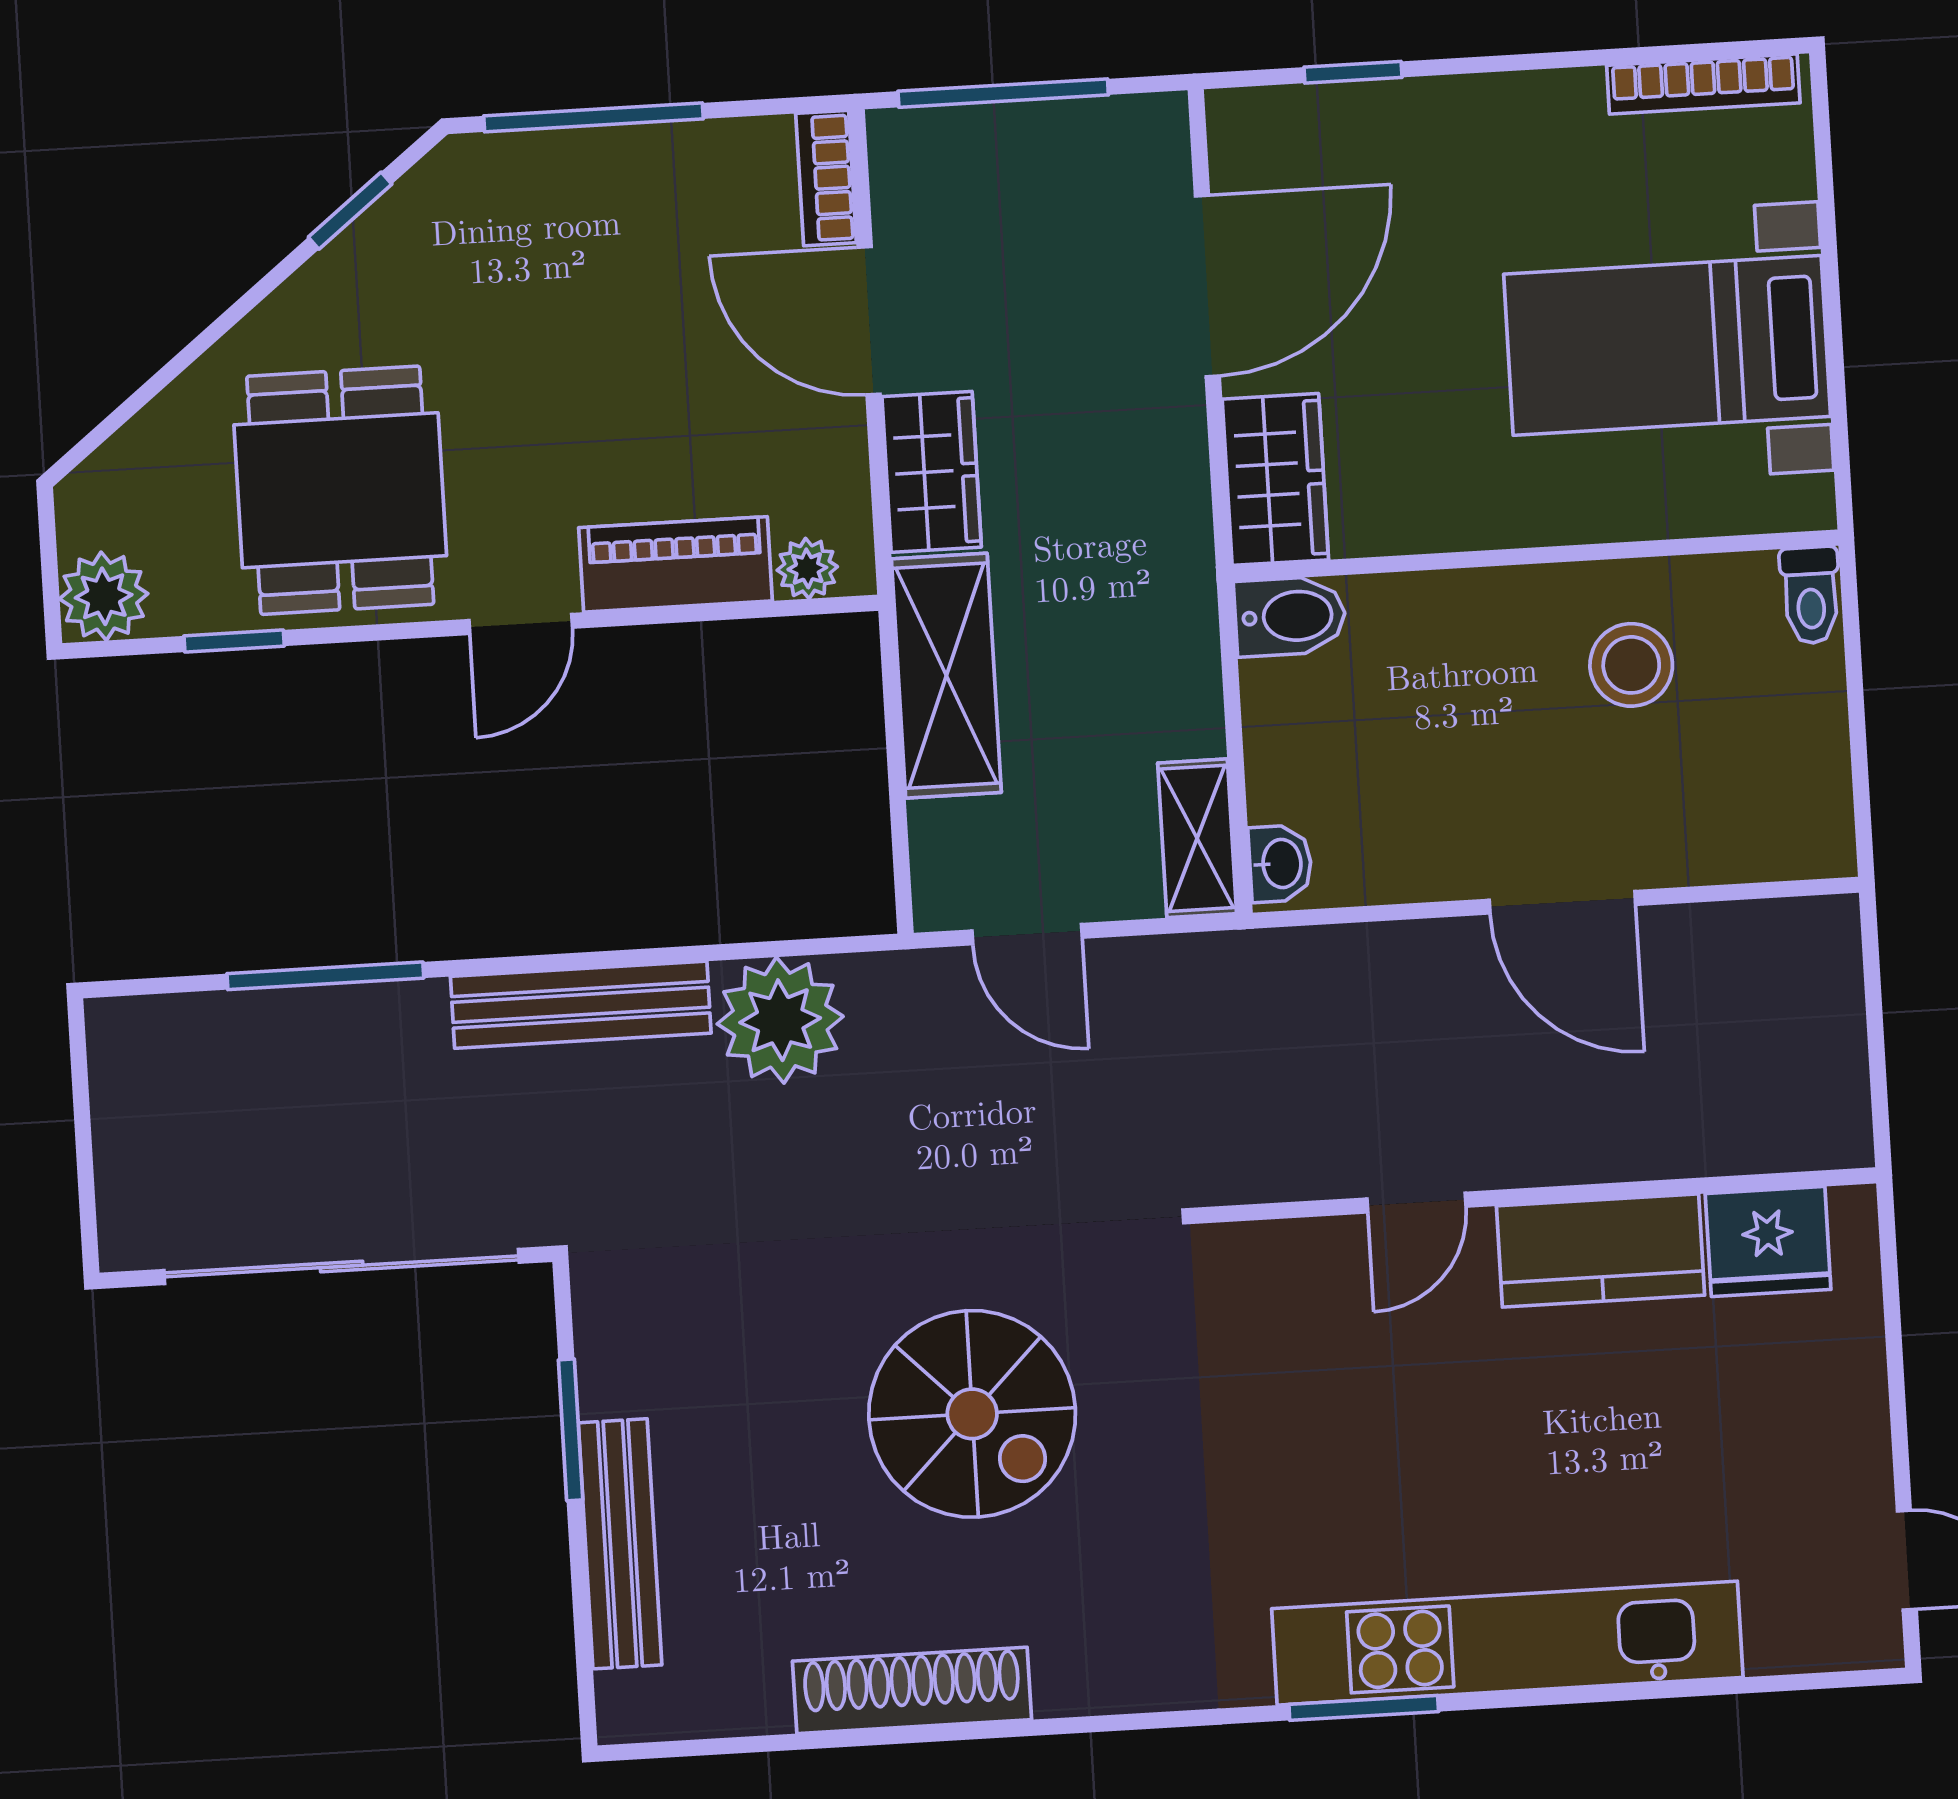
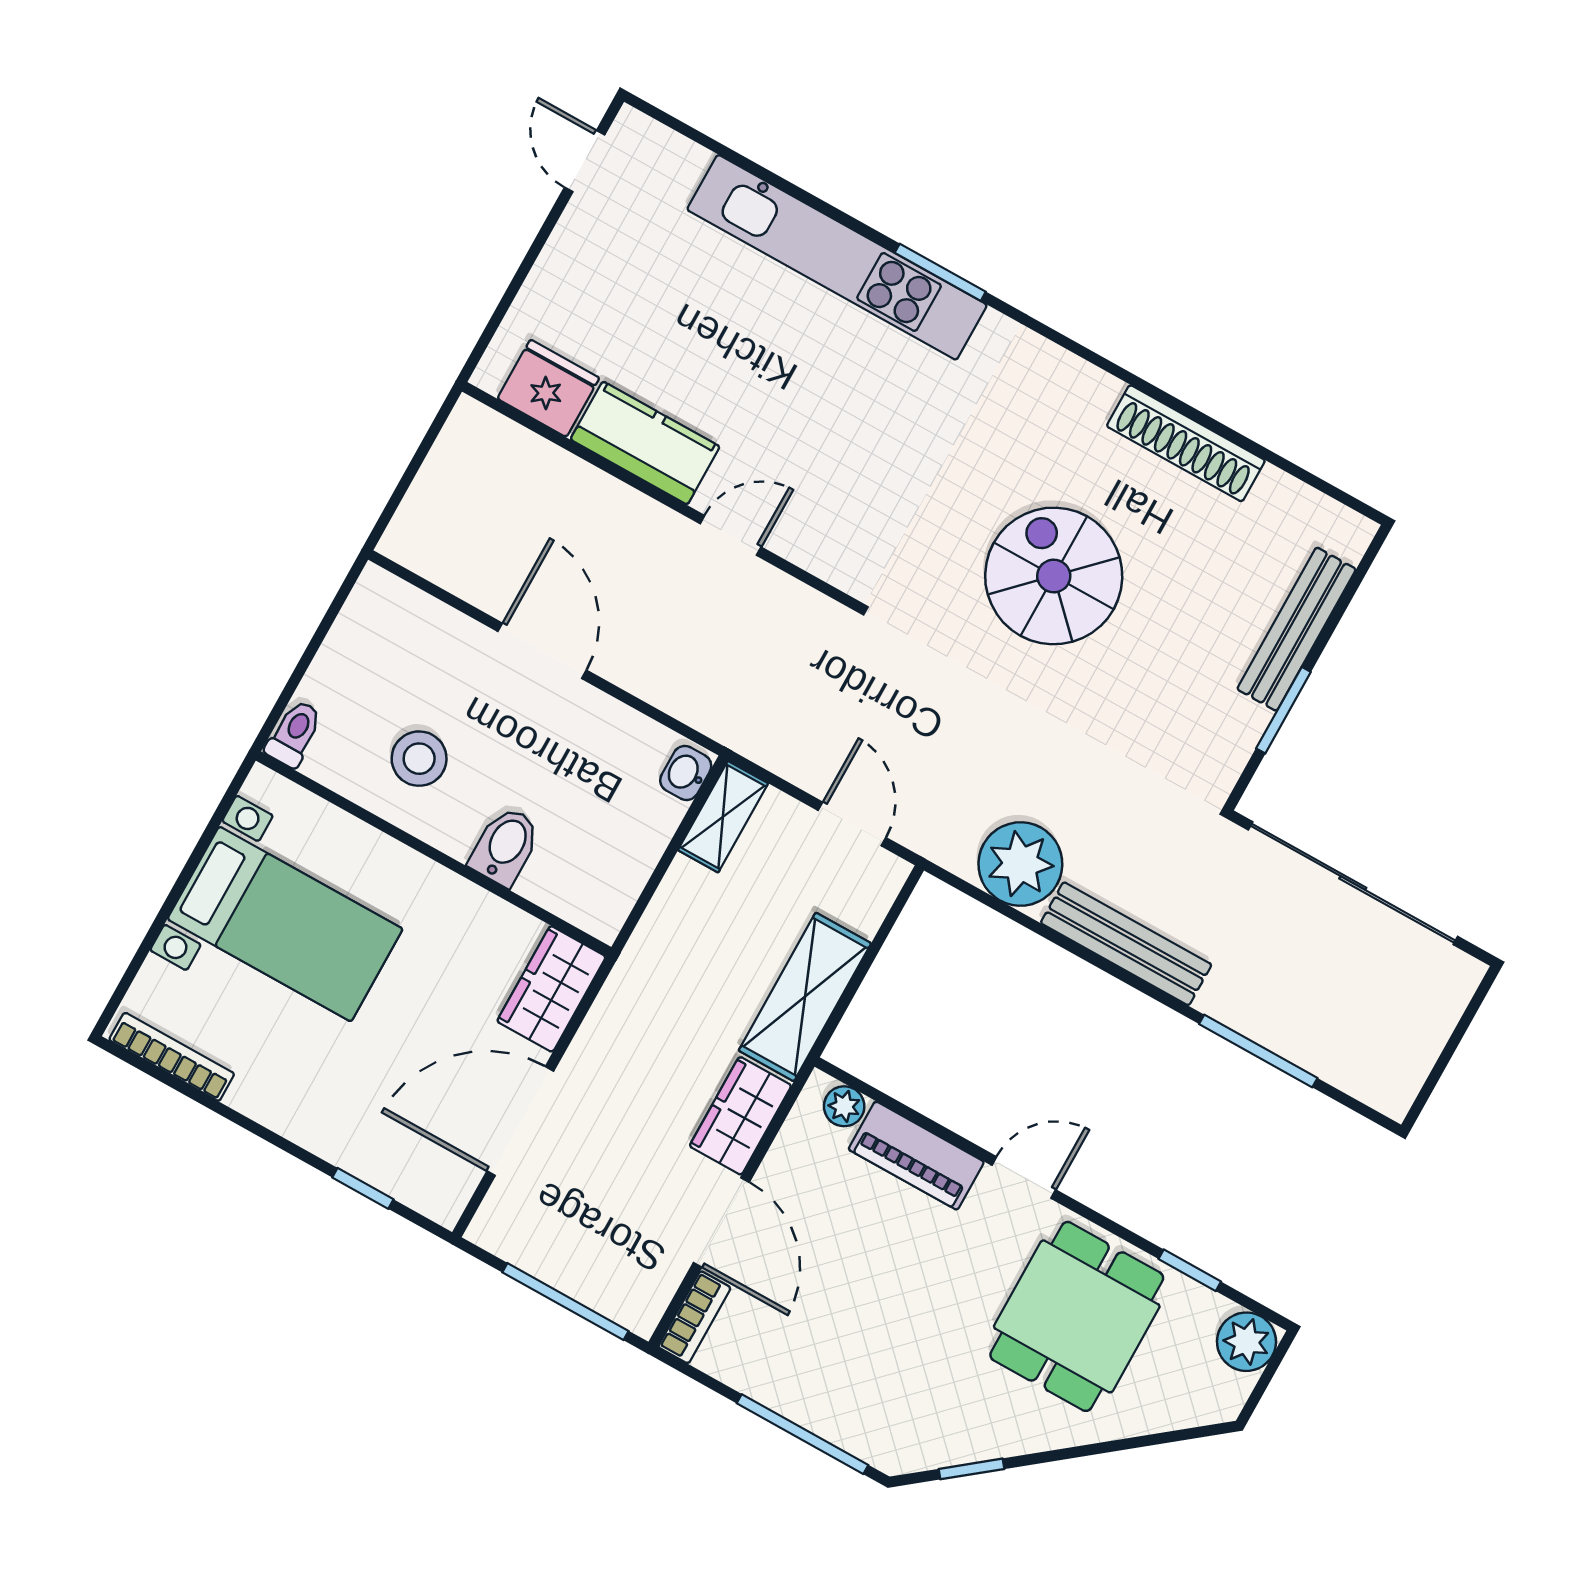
bidet: (1290, 616) -> (505, 846), moved, turned 90

